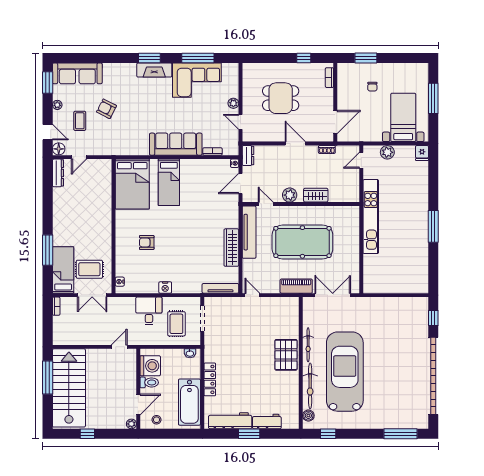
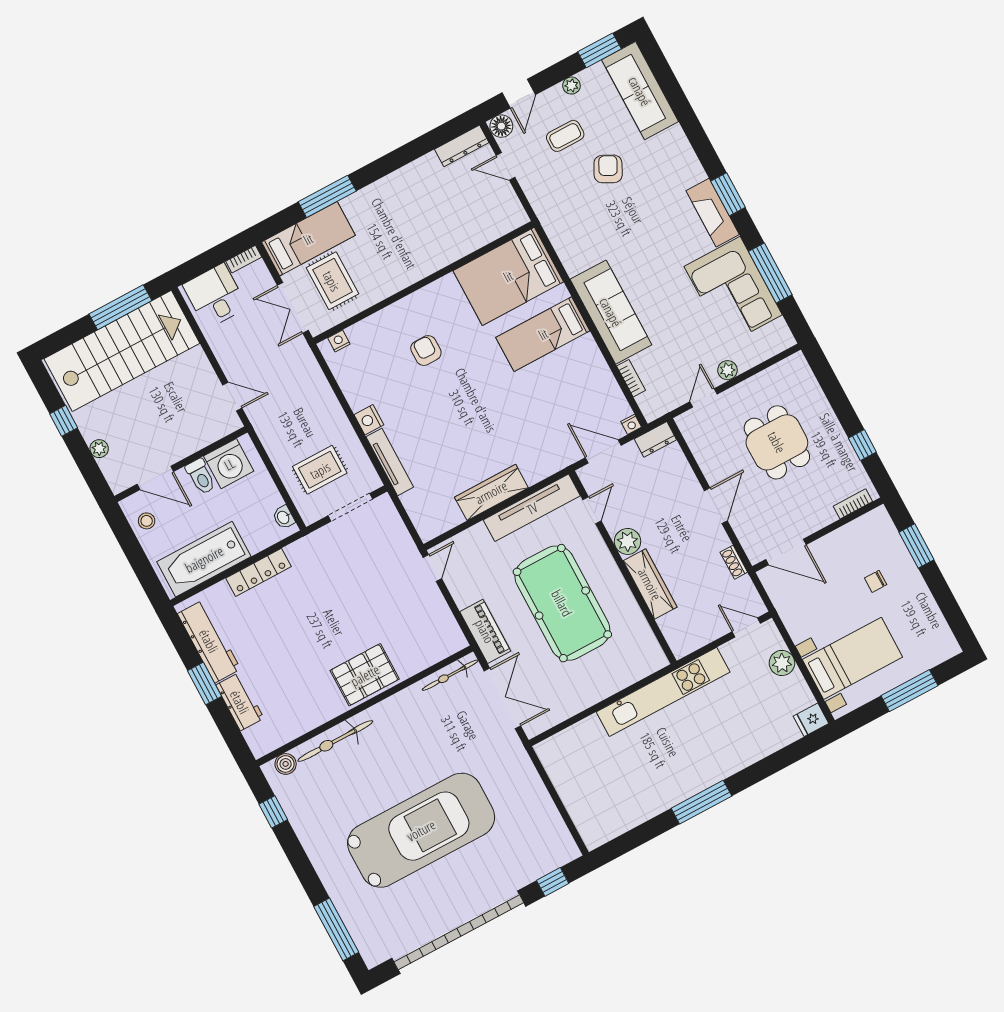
wardrobe: (316, 195) -> (650, 584), width x1.50
tv unit: (220, 288) -> (390, 462), moved
desk: (149, 311) -> (215, 296), moved, turned -90
bicycle: (308, 345) -> (450, 675), moved
car: (345, 372) -> (421, 830), moved
plant: (131, 424) -> (99, 449), moved

